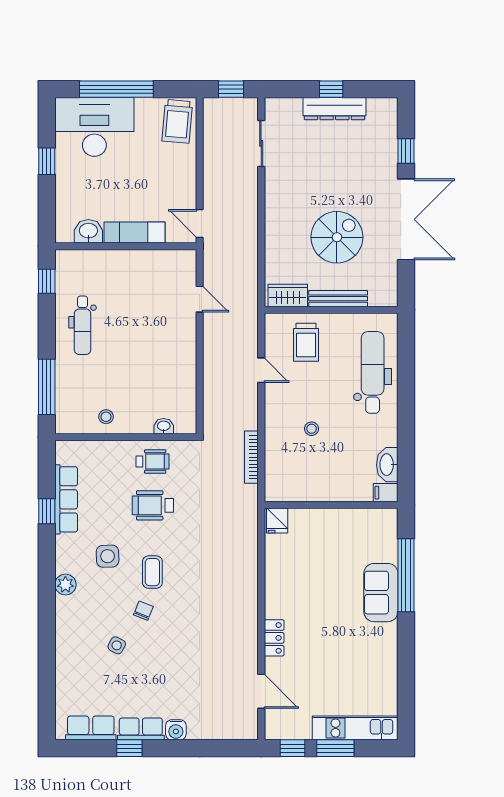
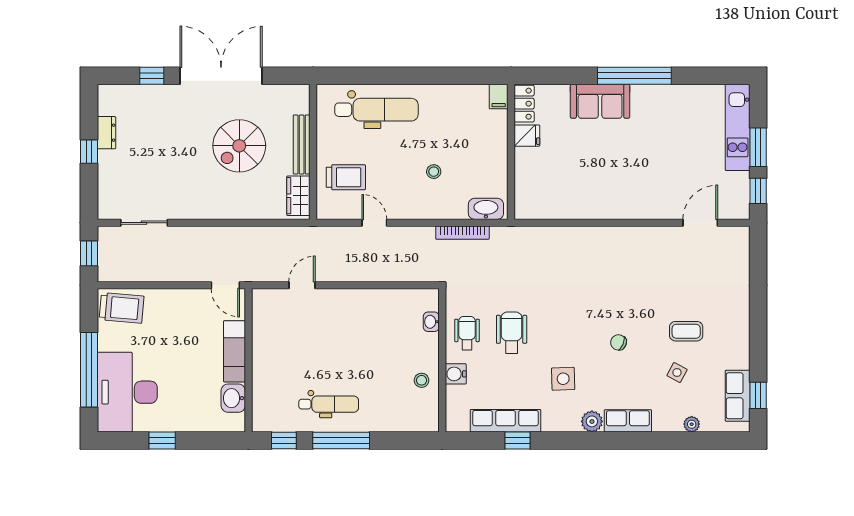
dresser: (334, 109) -> (106, 133), width x0.51, depth x0.80
door: (200, 224) -> (225, 285), hinge flipped
spiral stairs: (337, 237) -> (239, 146), turned -90
door: (261, 370) -> (374, 223), hinge flipped
dental chair: (373, 372) -> (376, 110), turned 180
window: (47, 387) -> (341, 440), moved
washbasin: (387, 465) -> (486, 209), moved, turned 180
wheelchair: (153, 505) -> (512, 333), turned 180
fridge: (277, 521) -> (527, 136), moved
coffee table: (152, 572) -> (686, 331), moved
window: (406, 575) -> (634, 76), moved
locker: (274, 638) -> (524, 104), moved, turned 90
side table: (117, 645) -> (677, 373), moved
plant: (63, 683) -> (692, 424), added
row of seats: (141, 729) -> (628, 421), moved, turned 90
water cooler: (176, 730) -> (456, 374), moved, turned 180
window: (129, 748) -> (758, 395), moved

